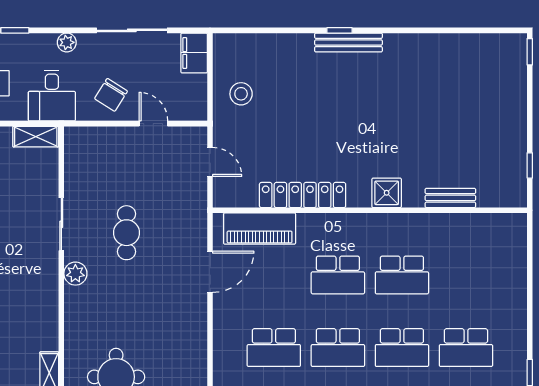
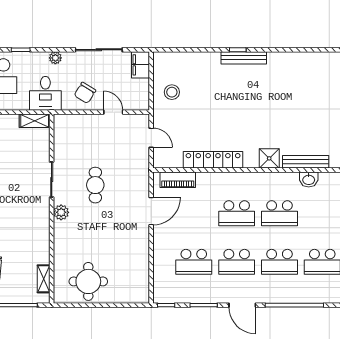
bench: (450, 198) -> (306, 162), width x1.36
washbasin: (446, 224) -> (309, 179), added
piano: (260, 229) -> (178, 180), width x0.73, depth x0.75

